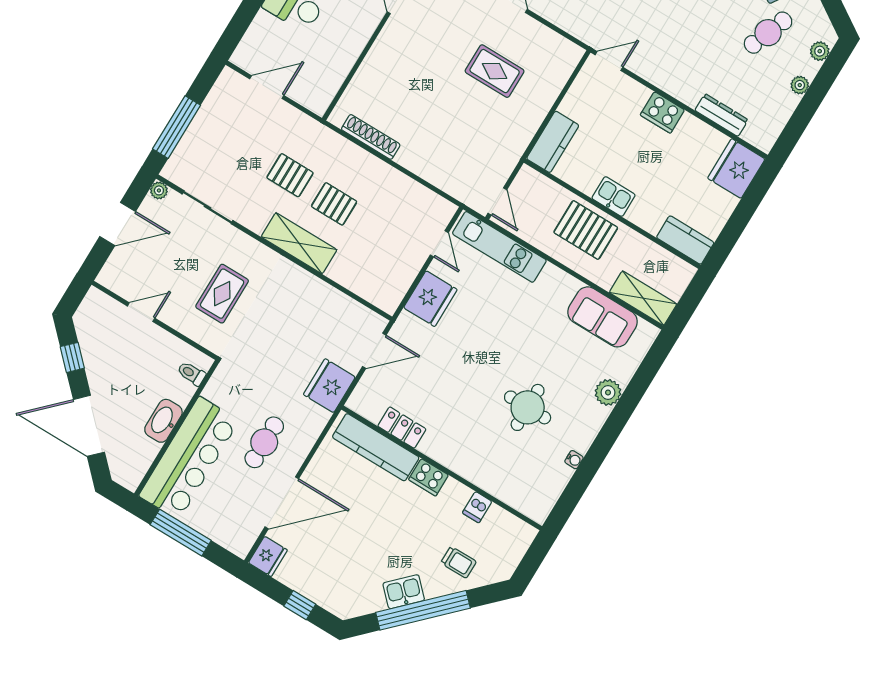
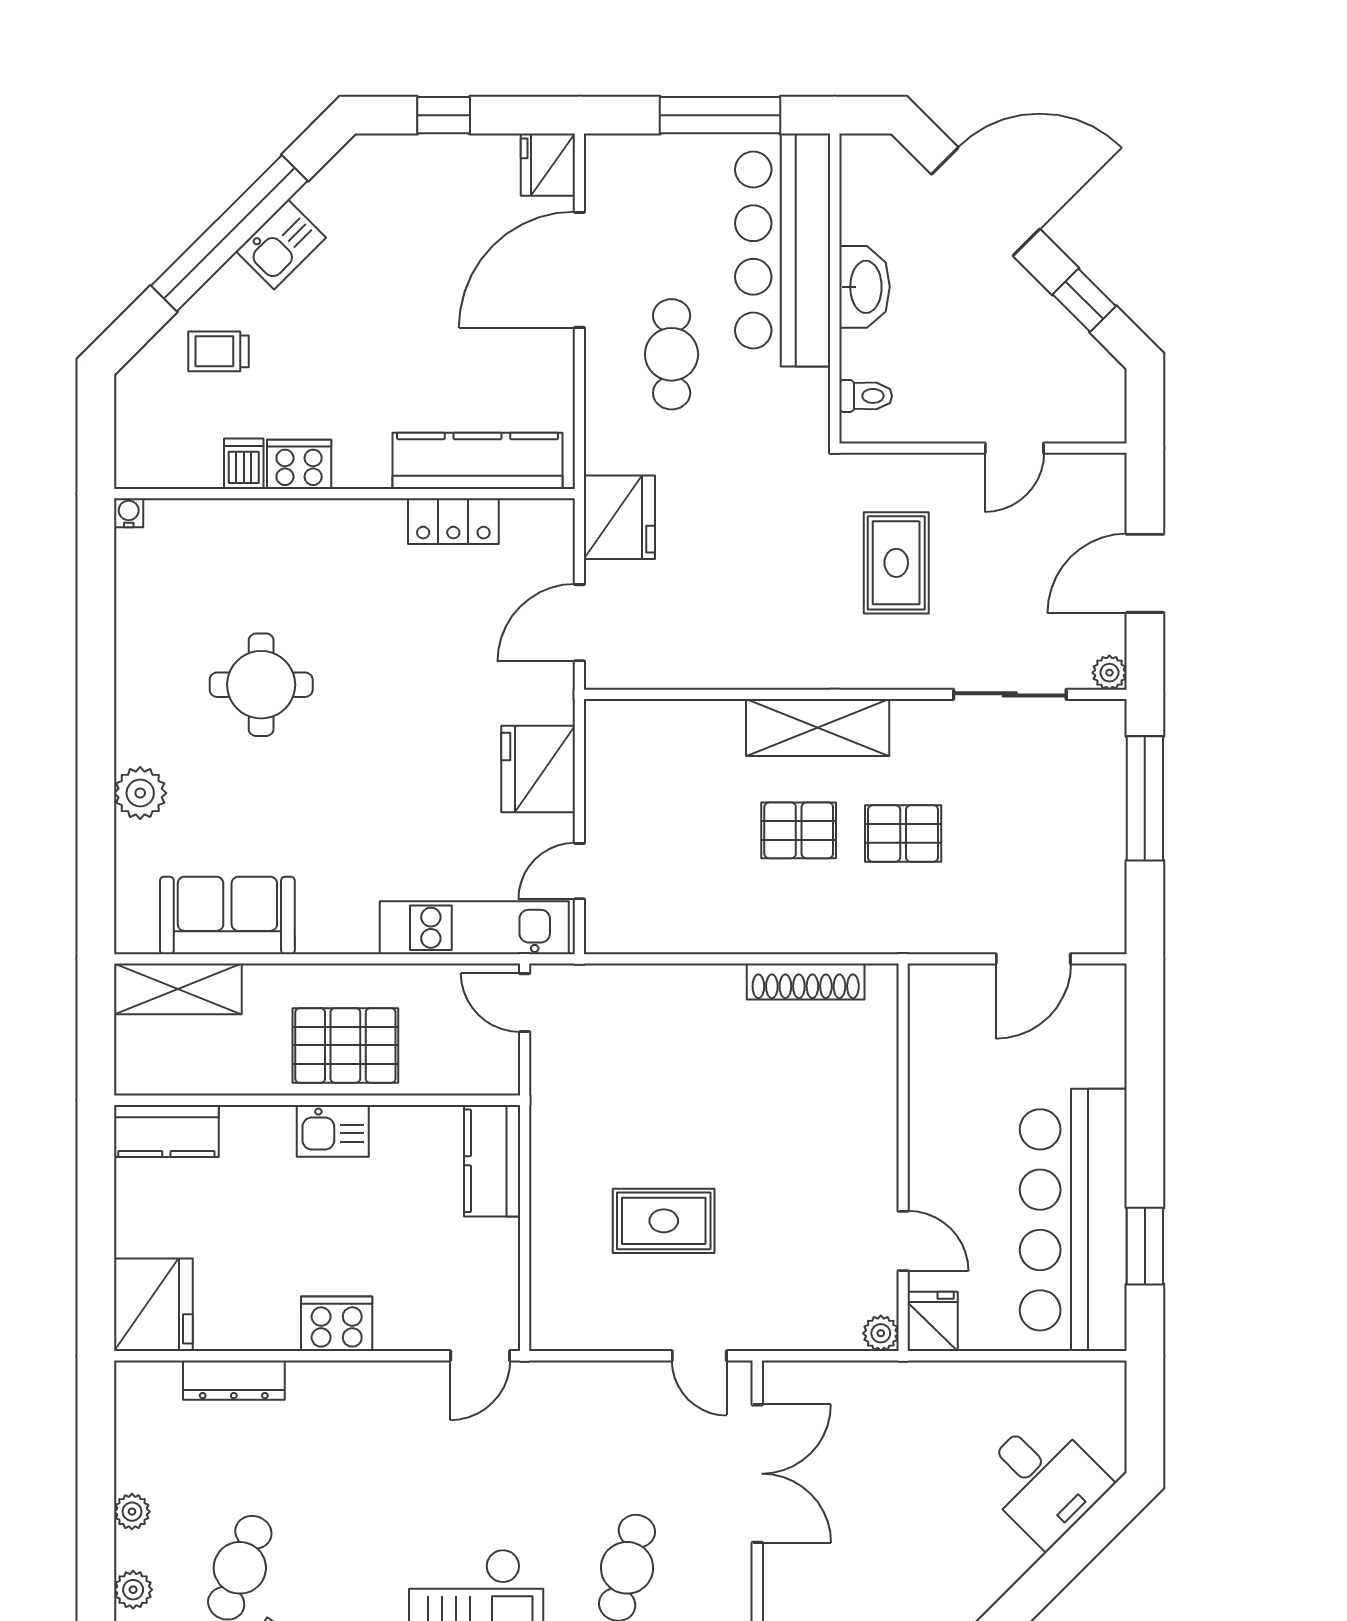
door: (439, 244) -> (579, 871), hinge flipped
water cooler: (574, 460) -> (129, 513), moved, turned 90
cooker: (429, 477) -> (299, 464), moved

